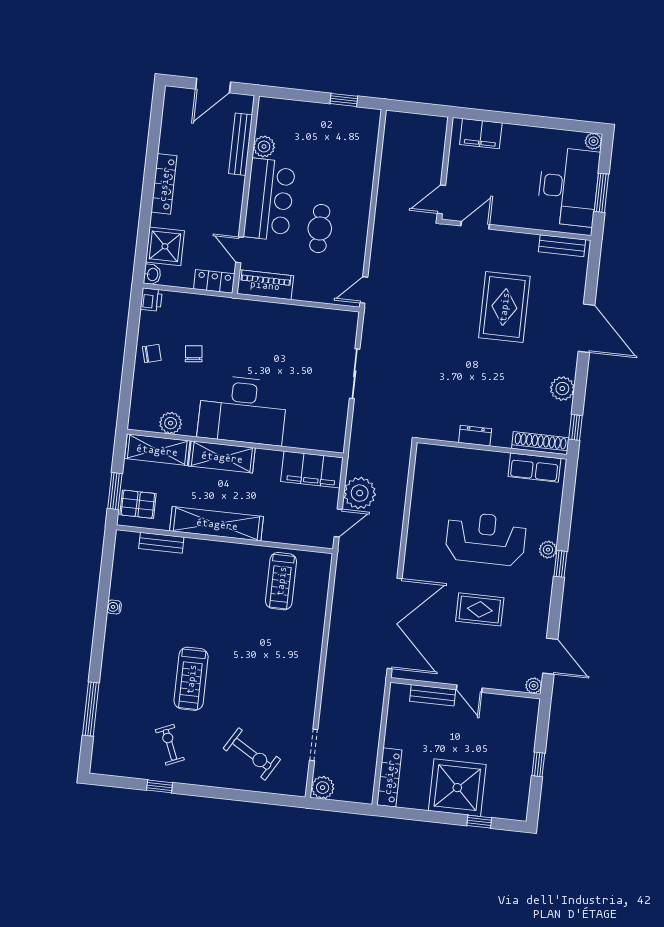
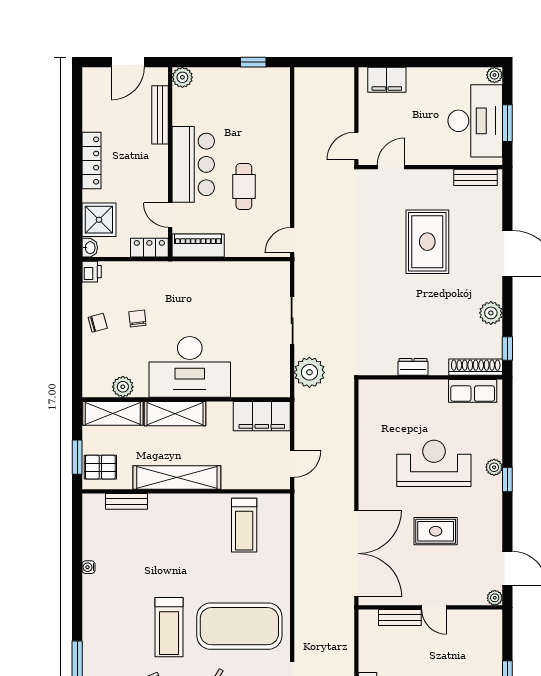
plant: (264, 146) -> (182, 77), moved
plant: (360, 493) -> (309, 372), moved
exercise mat: (264, 686) -> (239, 626), added

